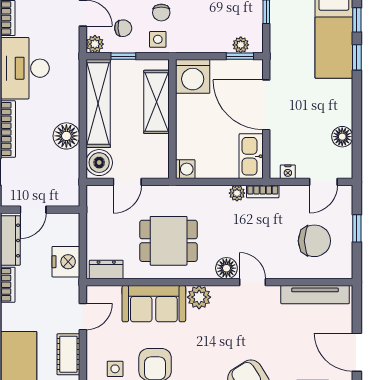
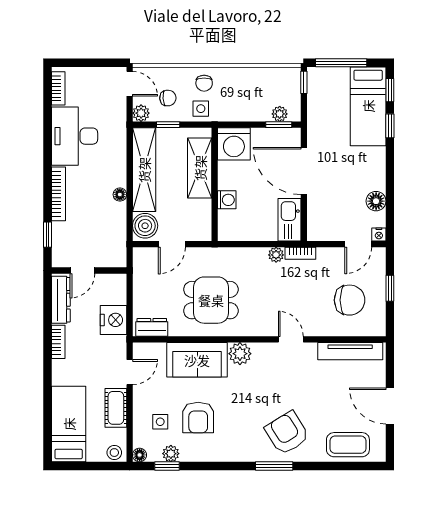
floor lamp: (66, 136) -> (120, 195), width x0.53, depth x0.53
washing machine: (185, 169) -> (227, 200), moved
nightstand: (288, 172) -> (379, 234), moved
floor lamp: (226, 268) -> (266, 326), removed

